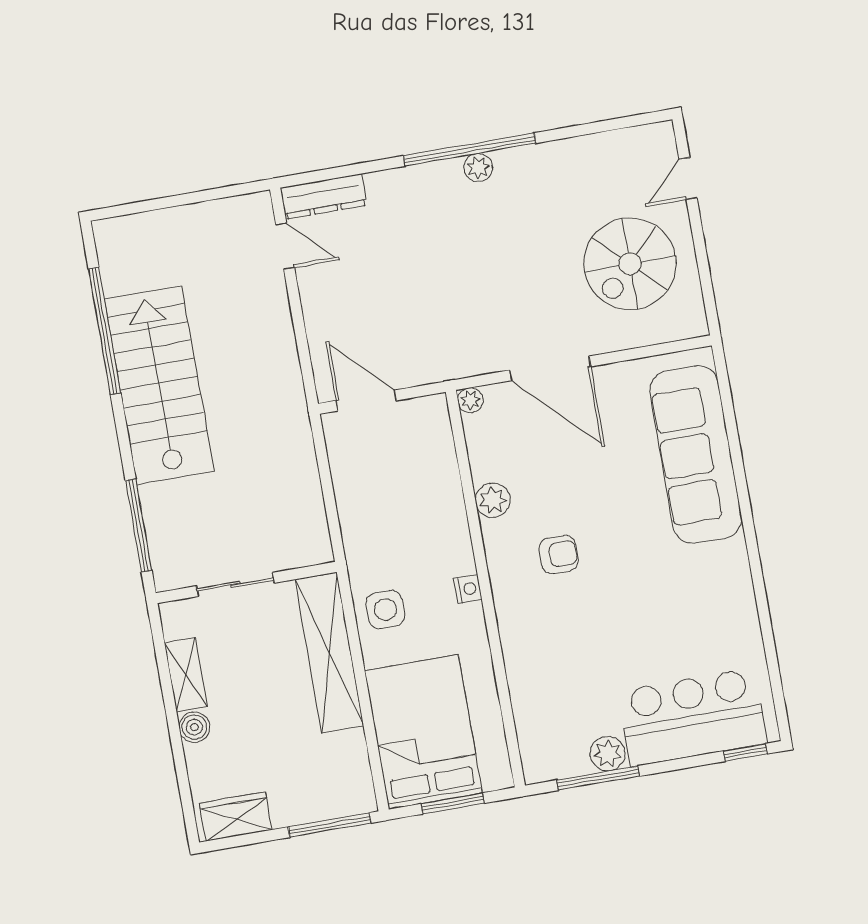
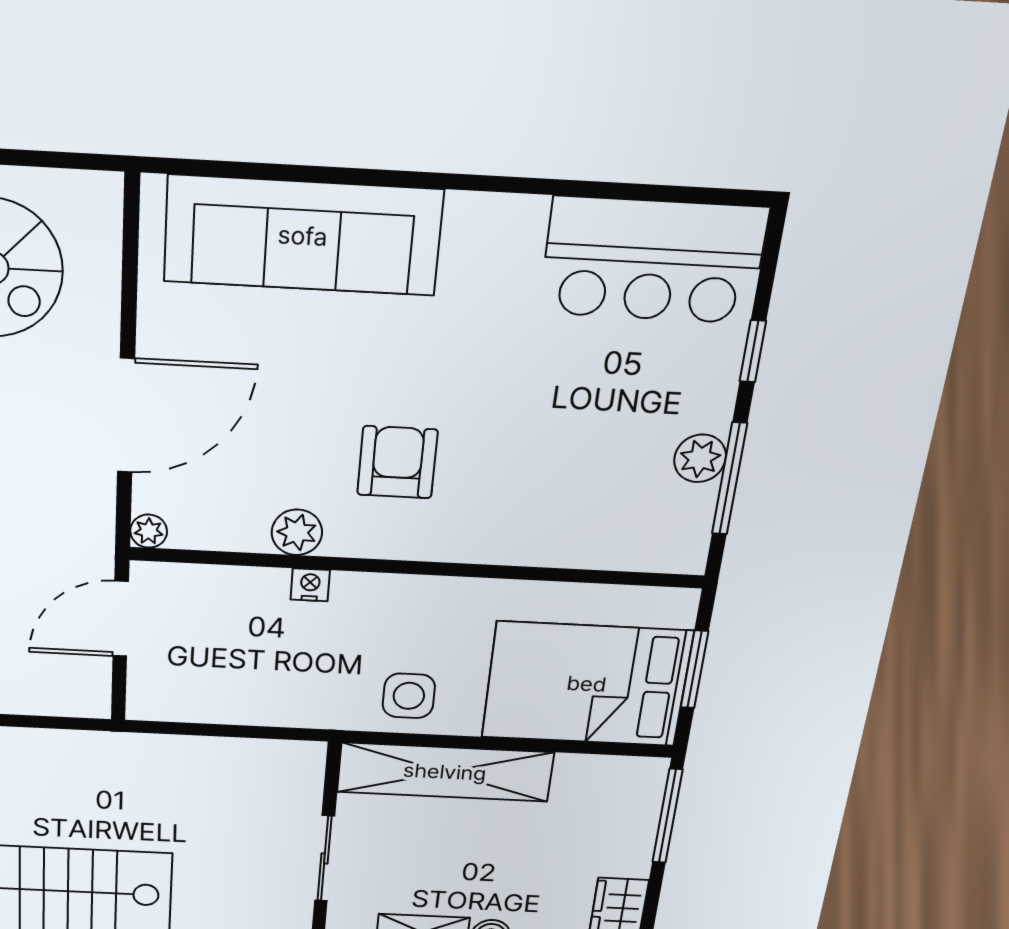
door: (366, 401) -> (121, 619), moved
armchair: (559, 554) -> (397, 462), width x1.38, depth x1.38
nightstand: (468, 589) -> (310, 585), moved
bar counter: (692, 717) -> (653, 260), moved, turned -90
window: (745, 752) -> (753, 351), moved

